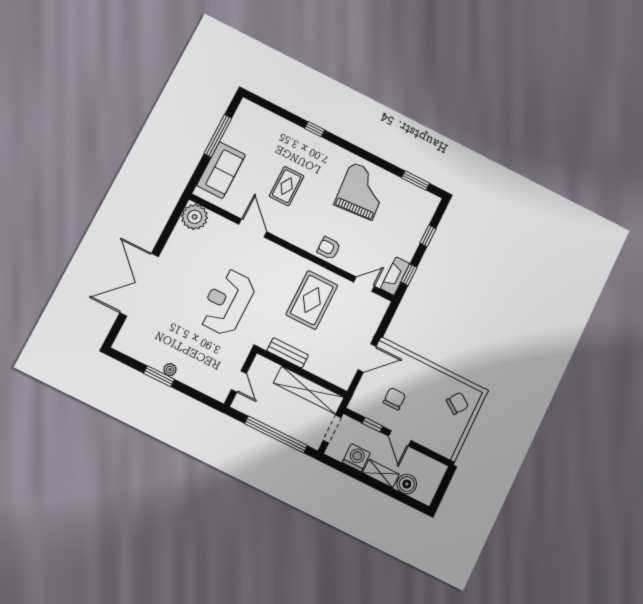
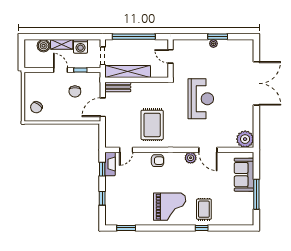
rug: (287, 186) -> (204, 209), moved
grand piano: (362, 191) -> (170, 207), moved, turned -86
plant: (282, 229) -> (191, 158), added
bench: (288, 353) -> (118, 87), moved

